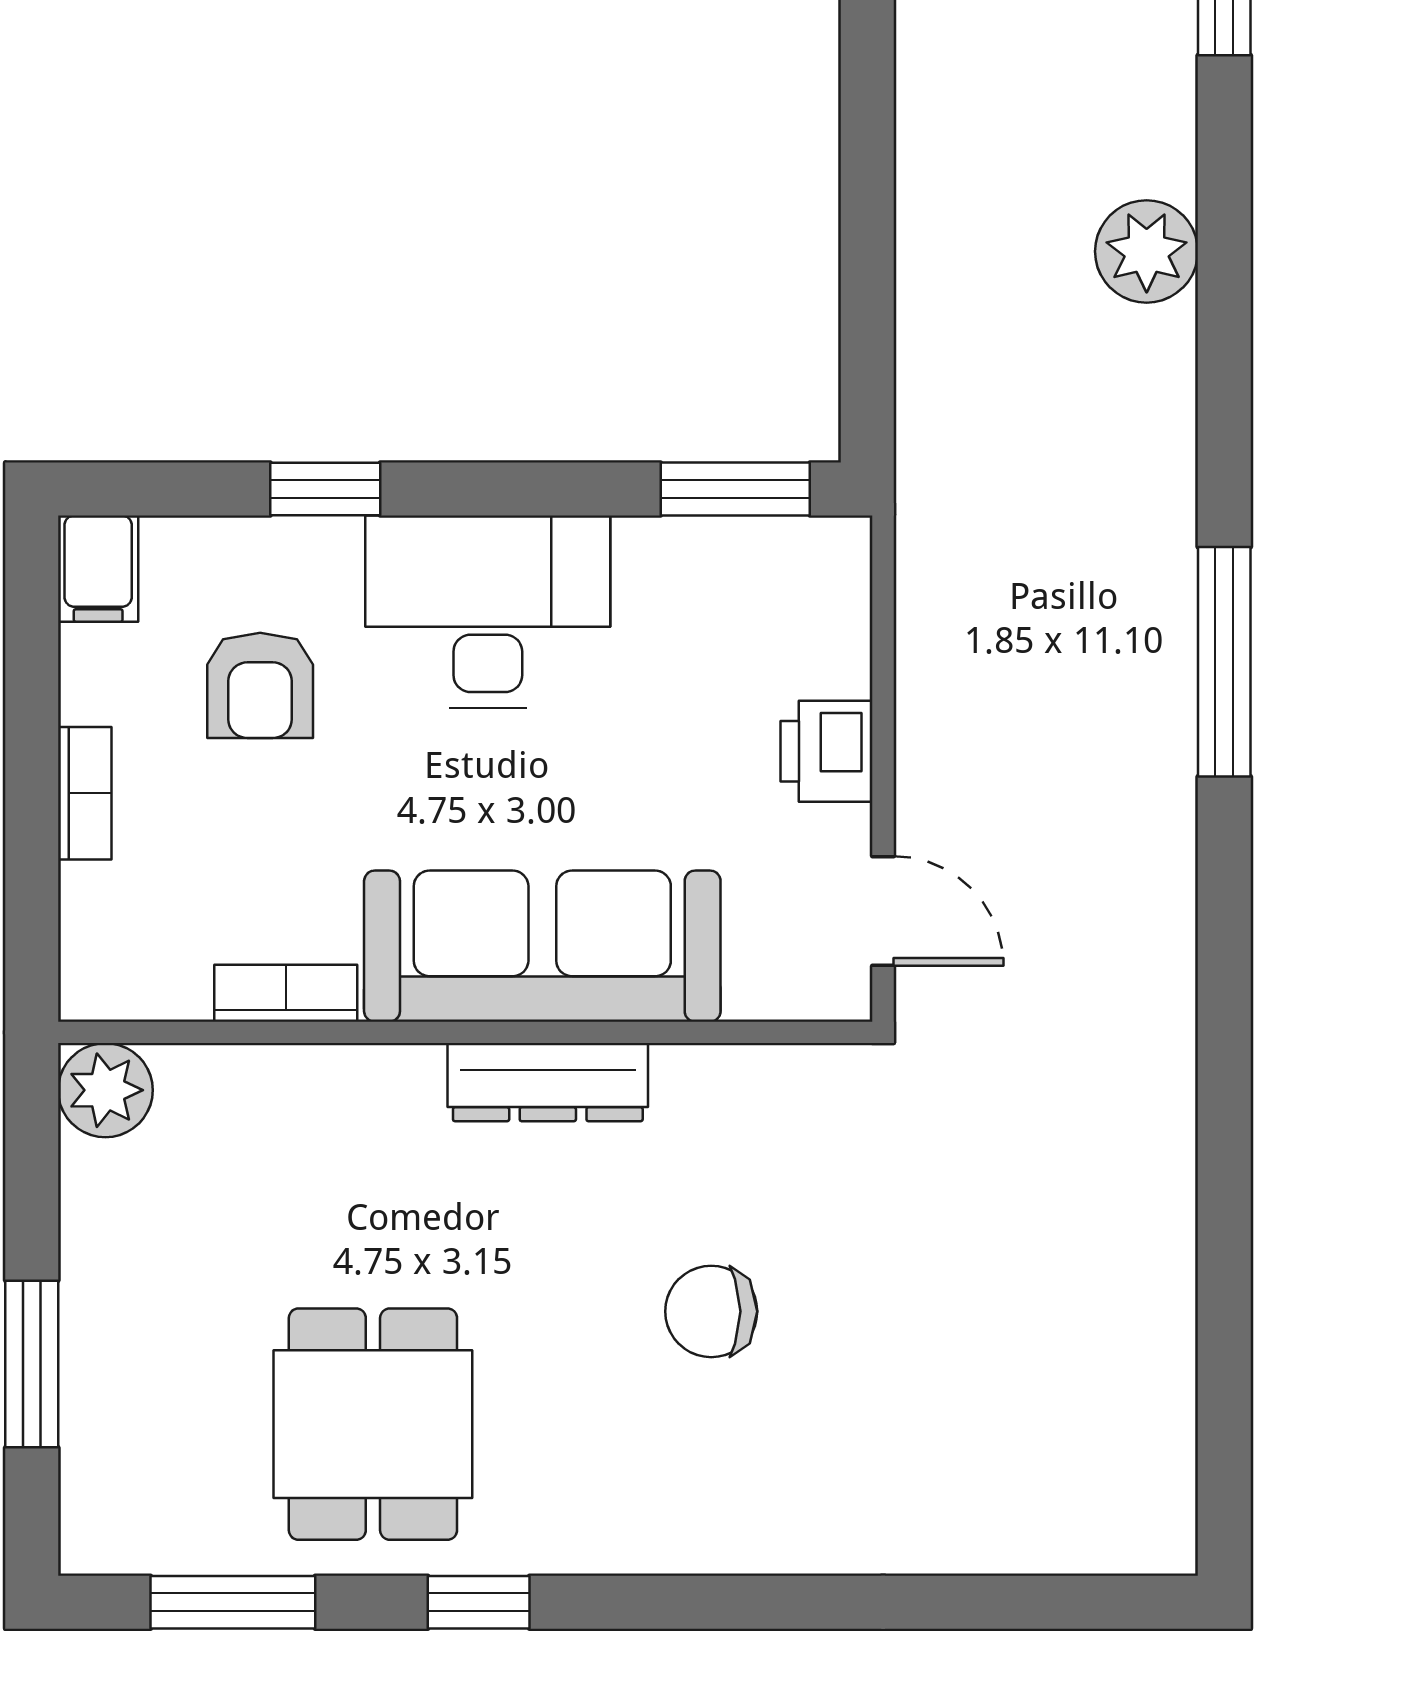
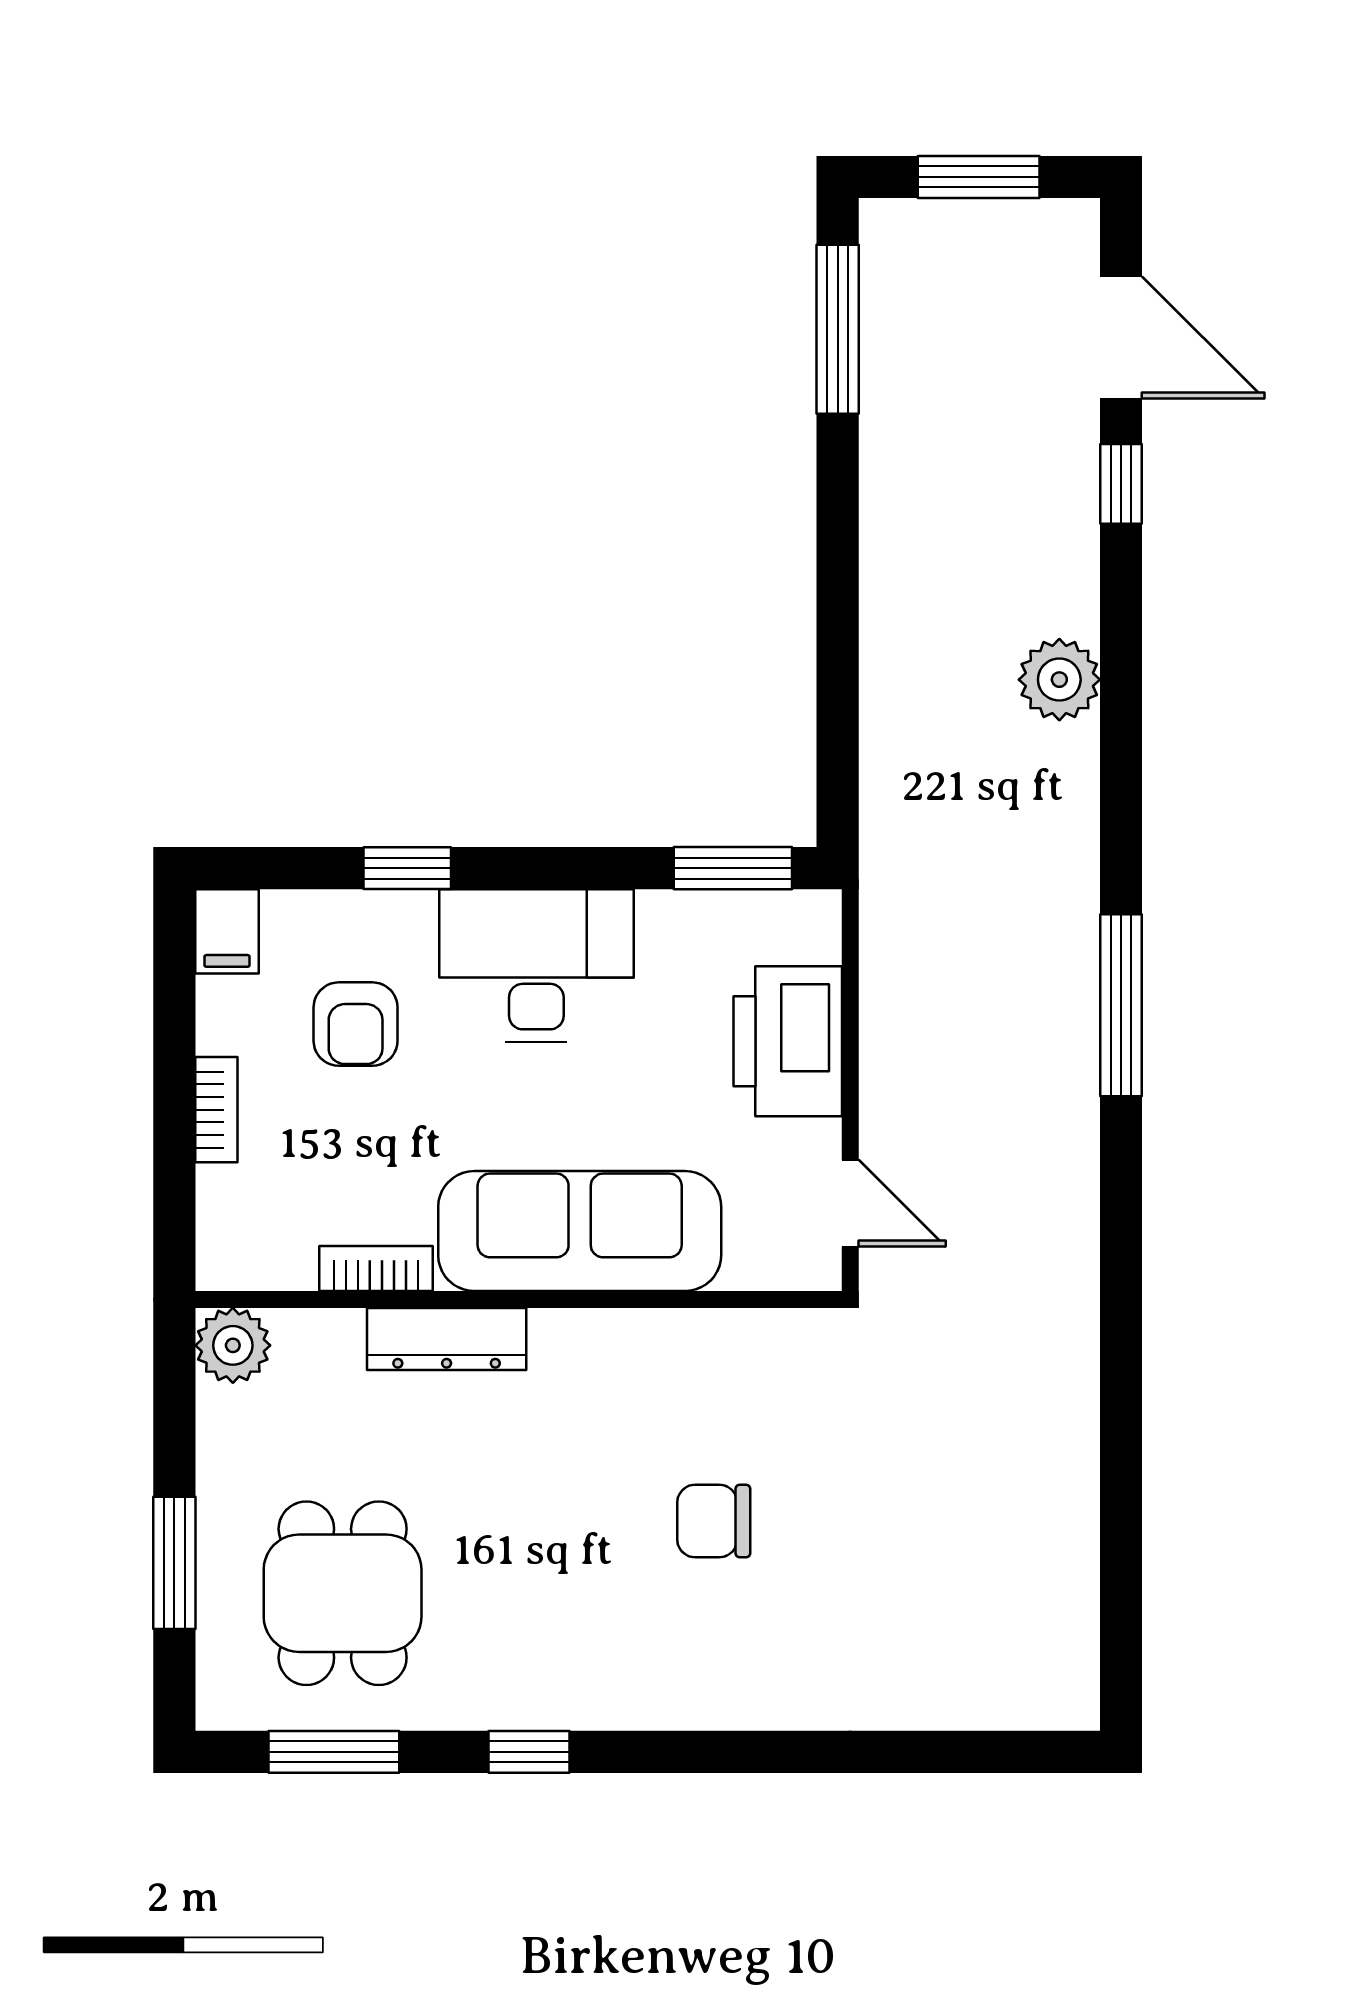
printer: (827, 751) -> (788, 1041), width x1.87, depth x1.48
dresser: (548, 1082) -> (447, 1339), moved
dining table: (373, 1424) -> (343, 1593), moved

